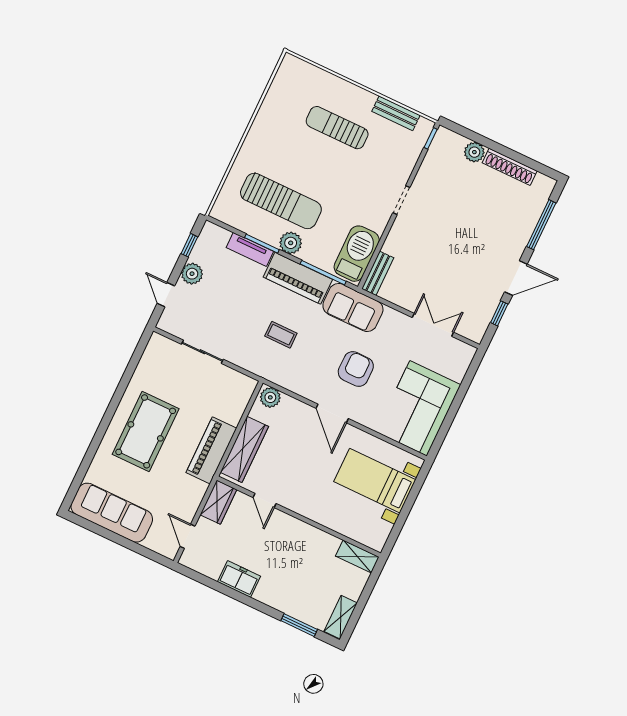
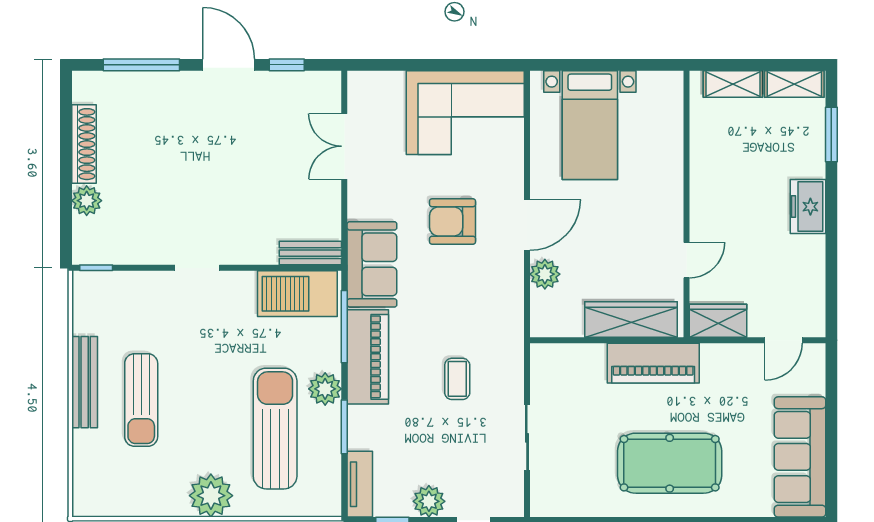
bench: (396, 113) -> (85, 382), moved, width x1.36
plant: (259, 142) -> (211, 496), added
tv unit: (250, 249) -> (360, 484), moved
coffee table: (281, 335) -> (457, 379), moved
plant: (270, 397) -> (545, 274), moved
shelving: (357, 557) -> (733, 84), moved, turned 90
freezer: (239, 579) -> (808, 207), moved

